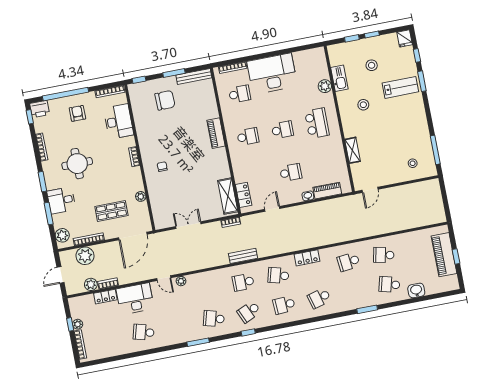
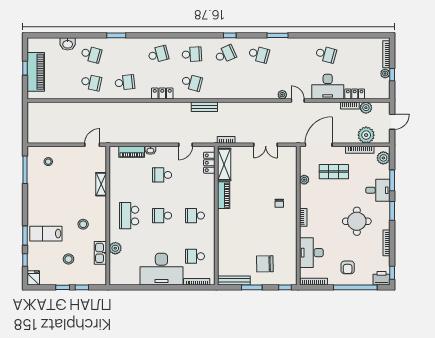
piano: (216, 133) -> (224, 195), moved
bench: (243, 256) -> (204, 107), moved
school desk: (243, 282) -> (225, 82), removed

